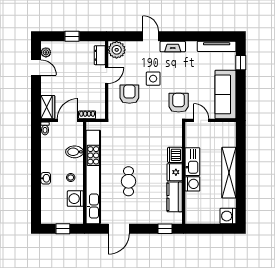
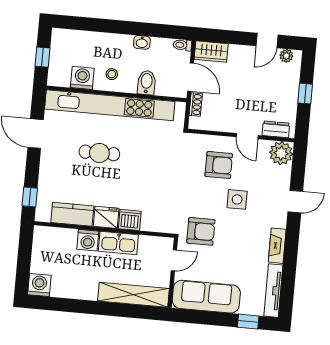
fireplace: (173, 47) -> (277, 246), moved
shelving: (229, 173) -> (133, 295), moved
washbasin: (46, 178) -> (142, 42), moved

